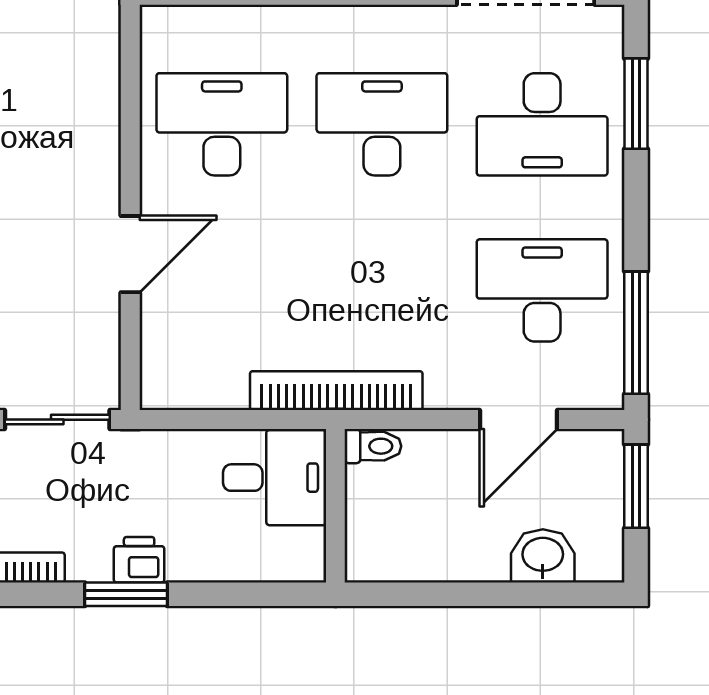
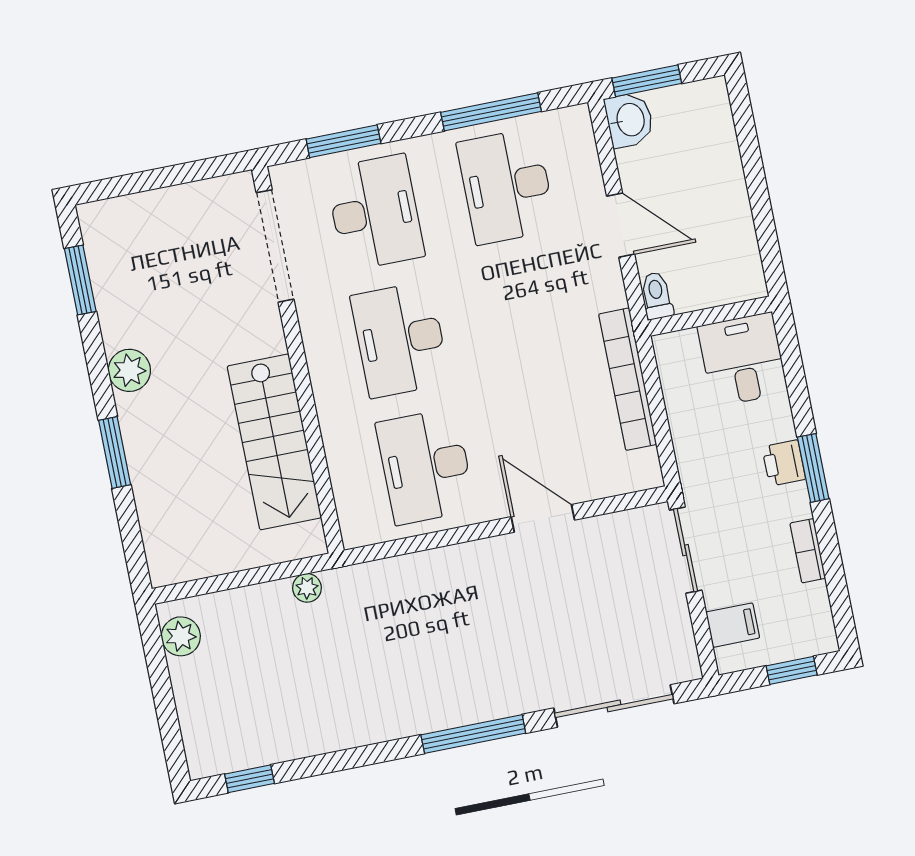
window: (636, 333) -> (491, 112), moved
bookcase: (336, 391) -> (628, 379), moved
door: (519, 420) -> (621, 225), moved
desk: (275, 478) -> (743, 360), moved
washbasin: (543, 556) -> (629, 120), moved, turned 180

